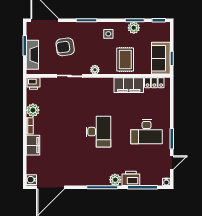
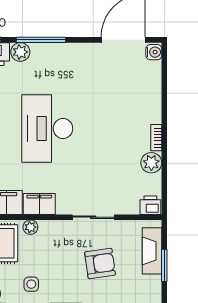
plant: (95, 70) -> (30, 227), moved
desk: (98, 132) -> (47, 129), width x1.36, depth x1.30
filing cabinet: (33, 145) -> (39, 204), moved, turned 90

